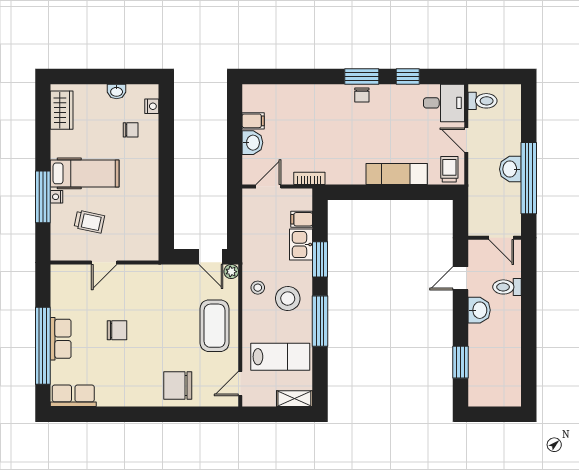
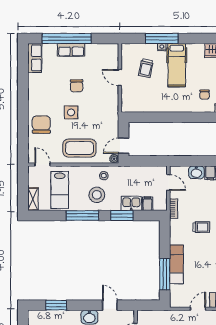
trolley: (449, 169) -> (201, 227), moved
window: (412, 192) -> (165, 274), added
side table: (159, 339) -> (71, 112), added

